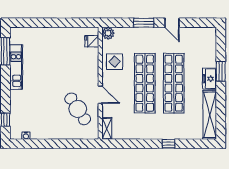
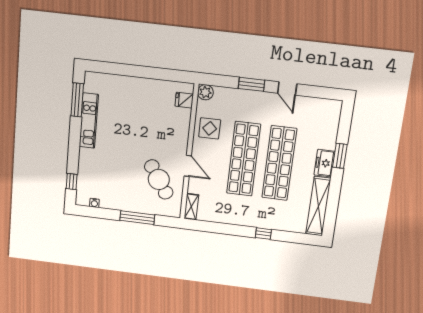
window: (63, 144) -> (137, 218), added

